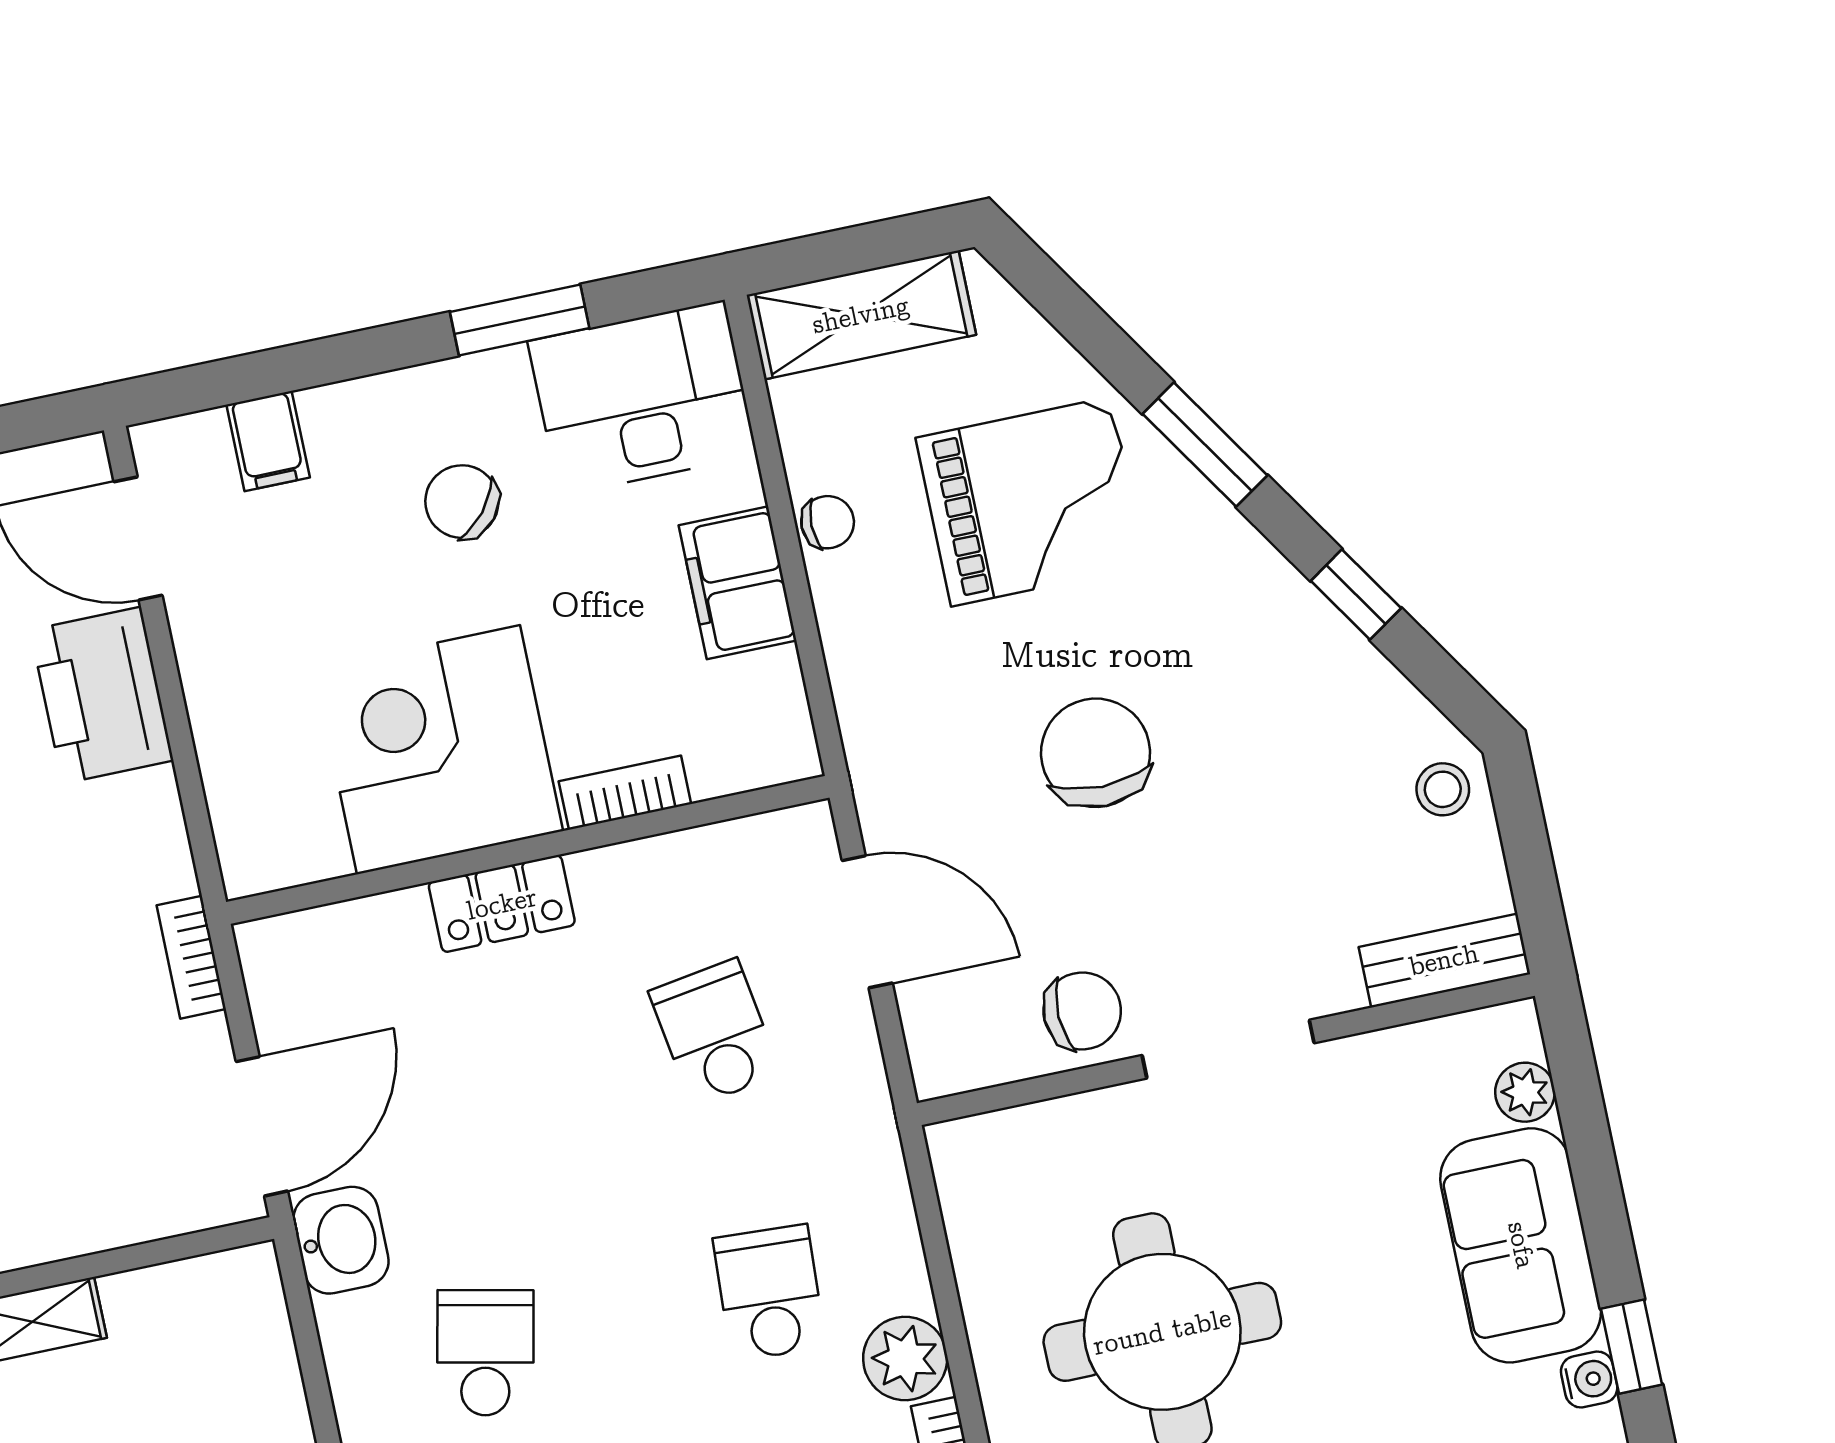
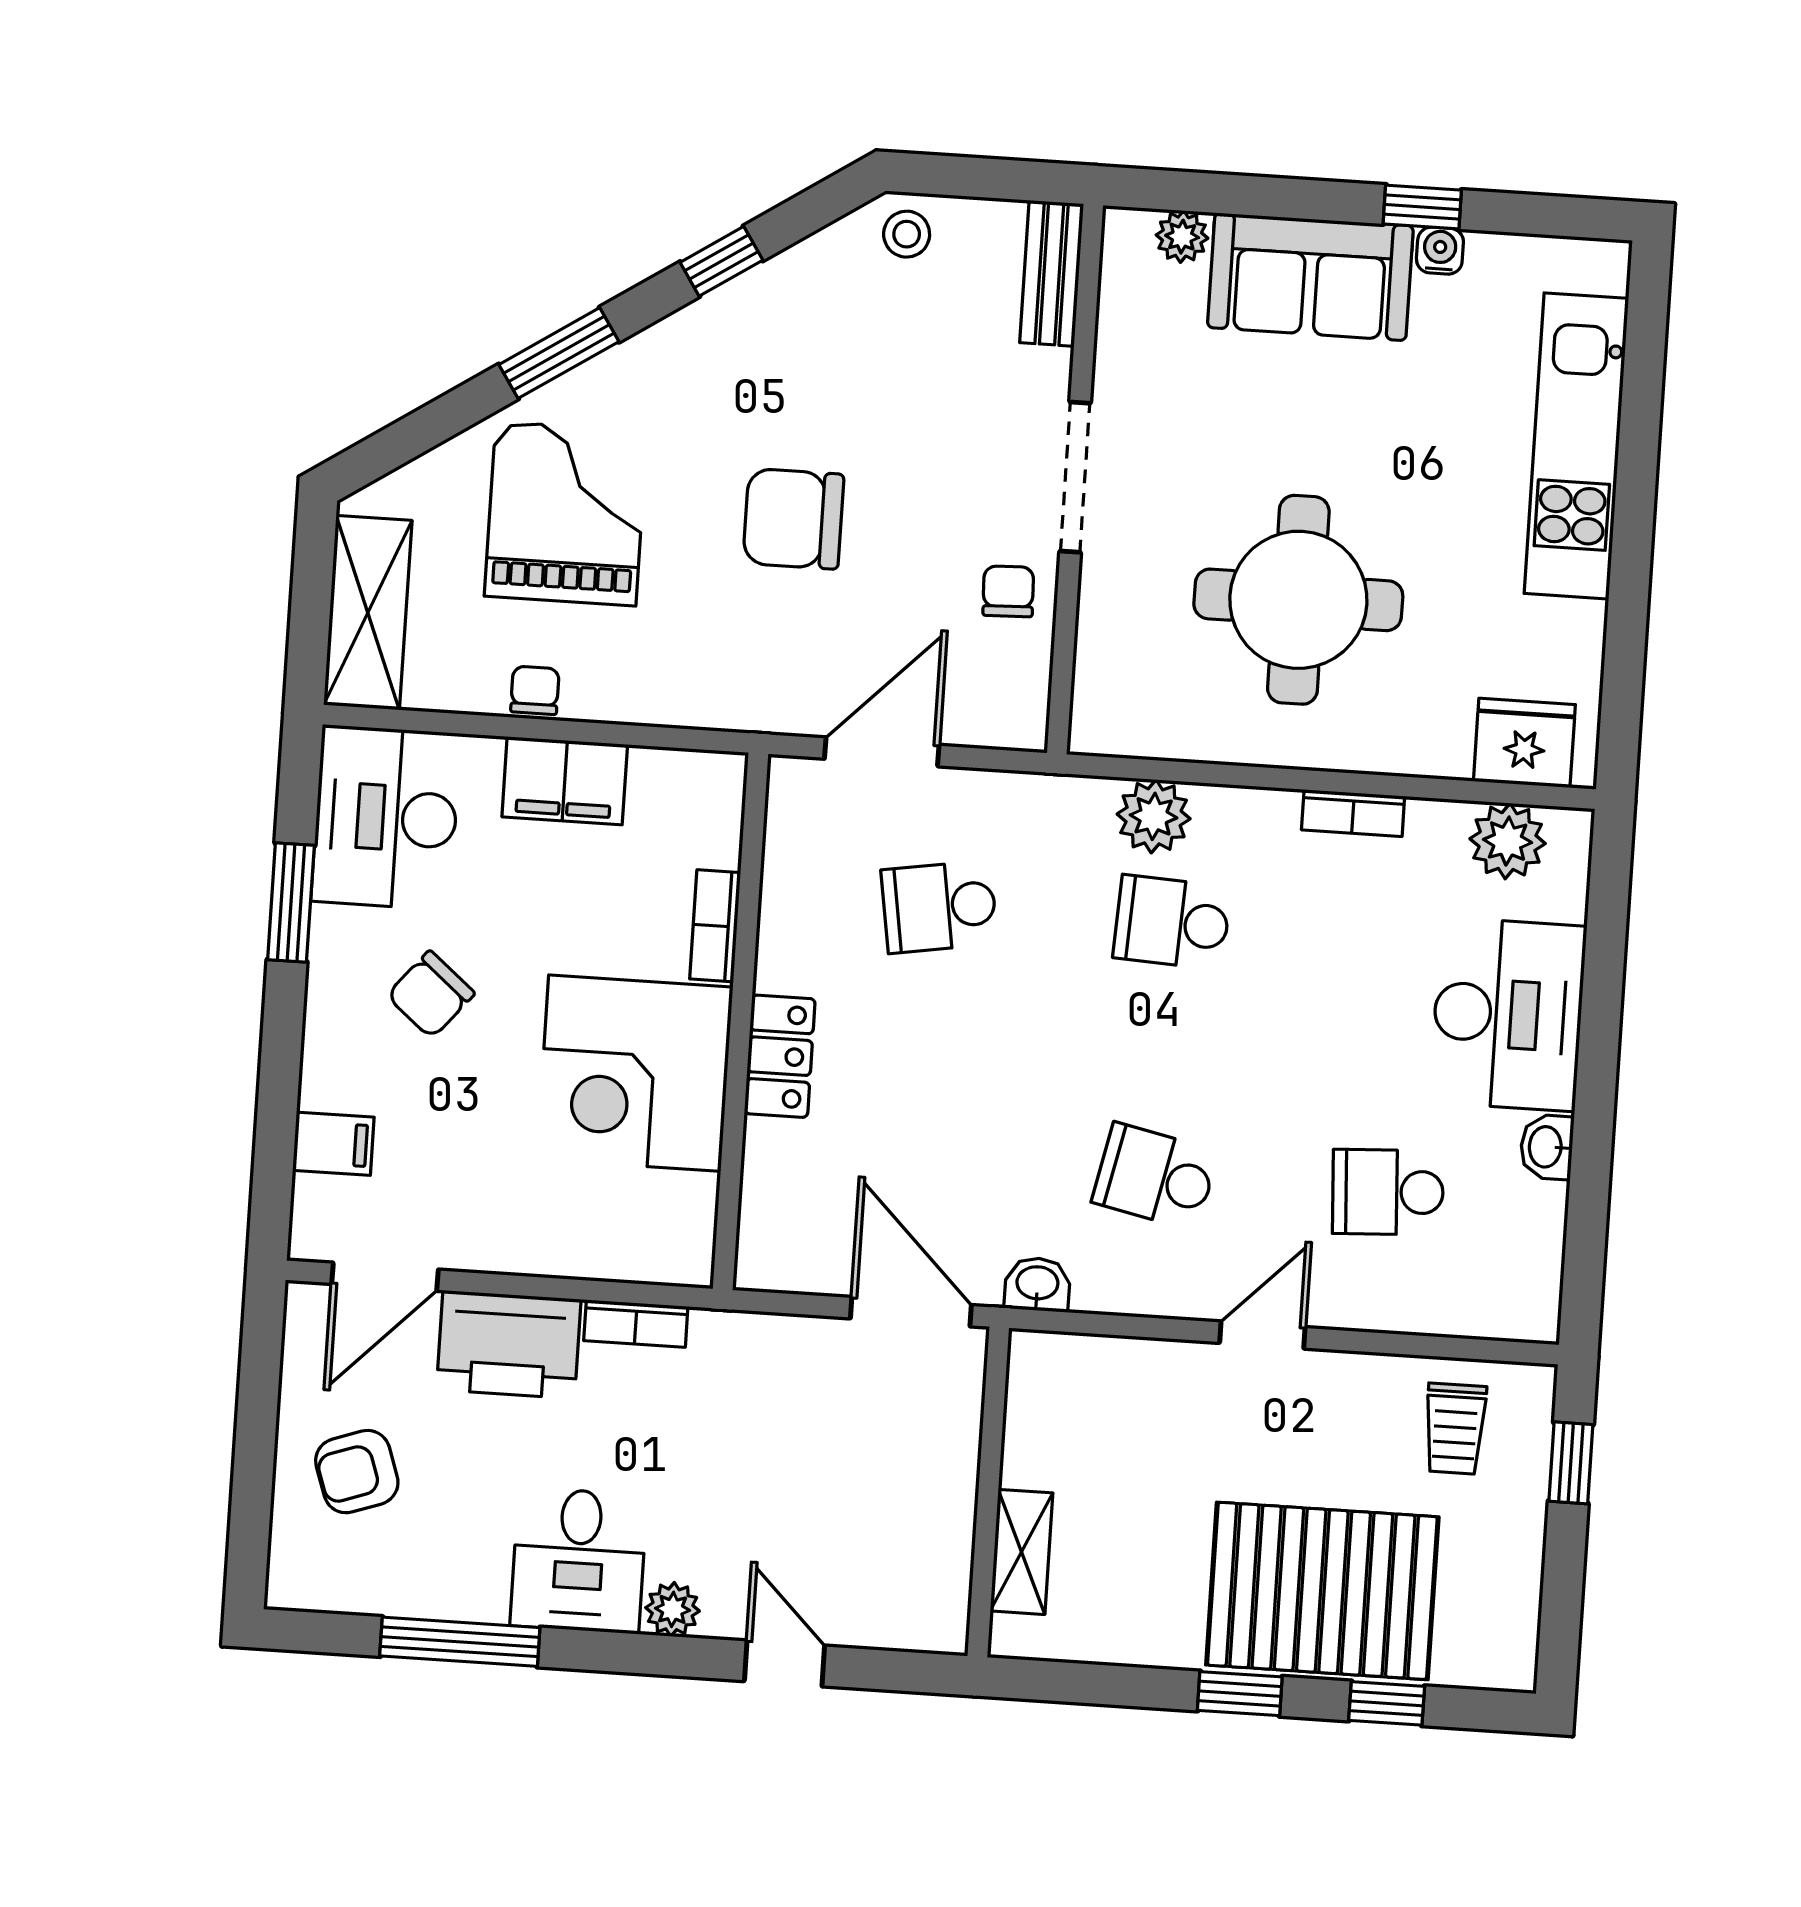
bookcase: (191, 957) -> (636, 1324), moved
chair: (1082, 1011) -> (1008, 591), width x0.73, depth x0.73
washbasin: (341, 1240) -> (1037, 1284), width x0.72, depth x0.69
plant: (905, 1359) -> (1154, 816), moved

